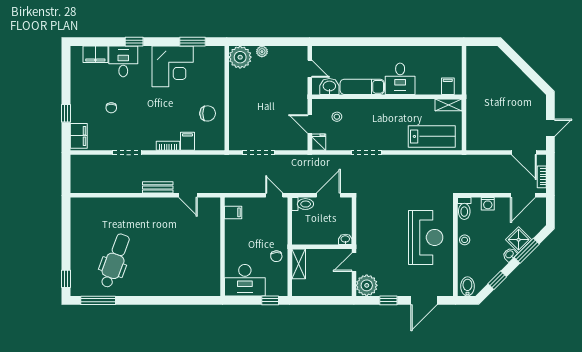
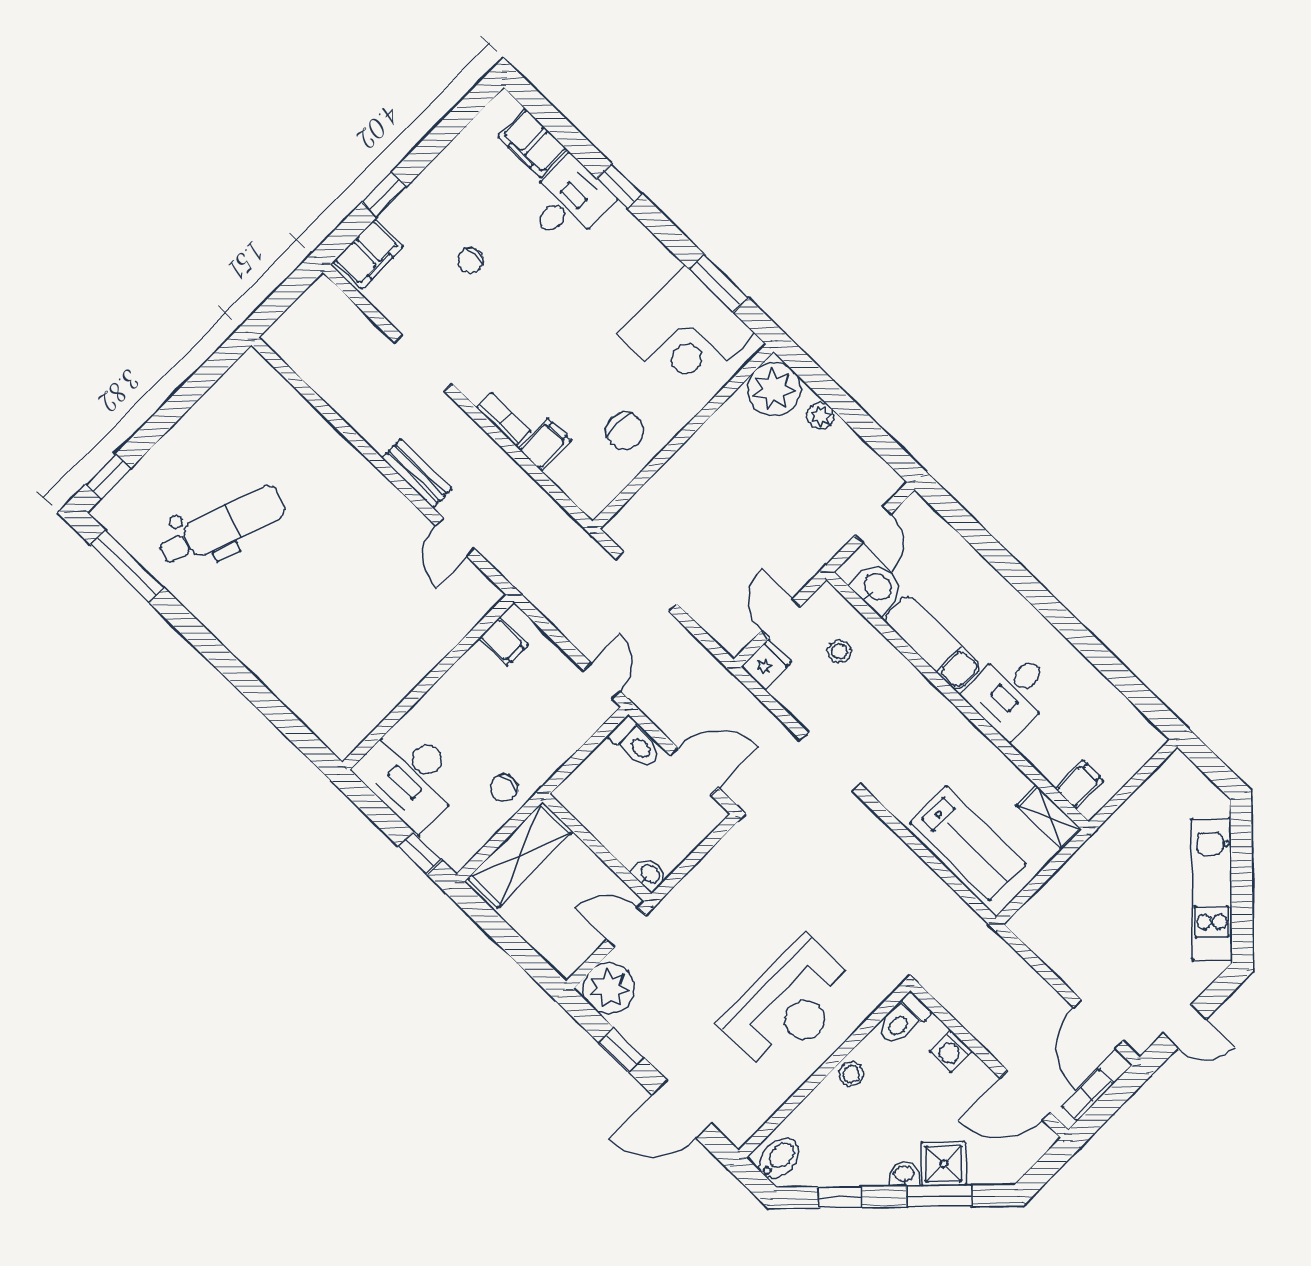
corner desk: (173, 66) -> (686, 334), moved
kitchen unit: (518, 79) -> (1212, 889), added
shelving: (299, 264) -> (520, 855), width x1.50, depth x1.33

